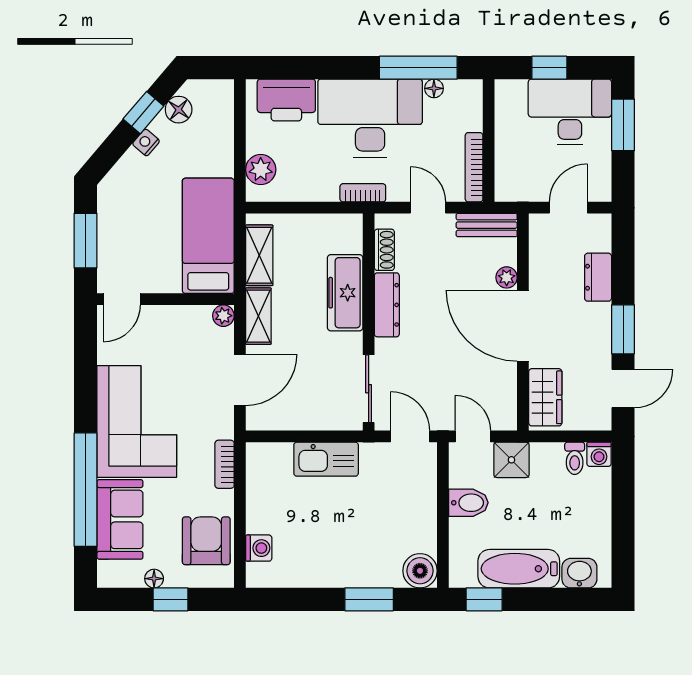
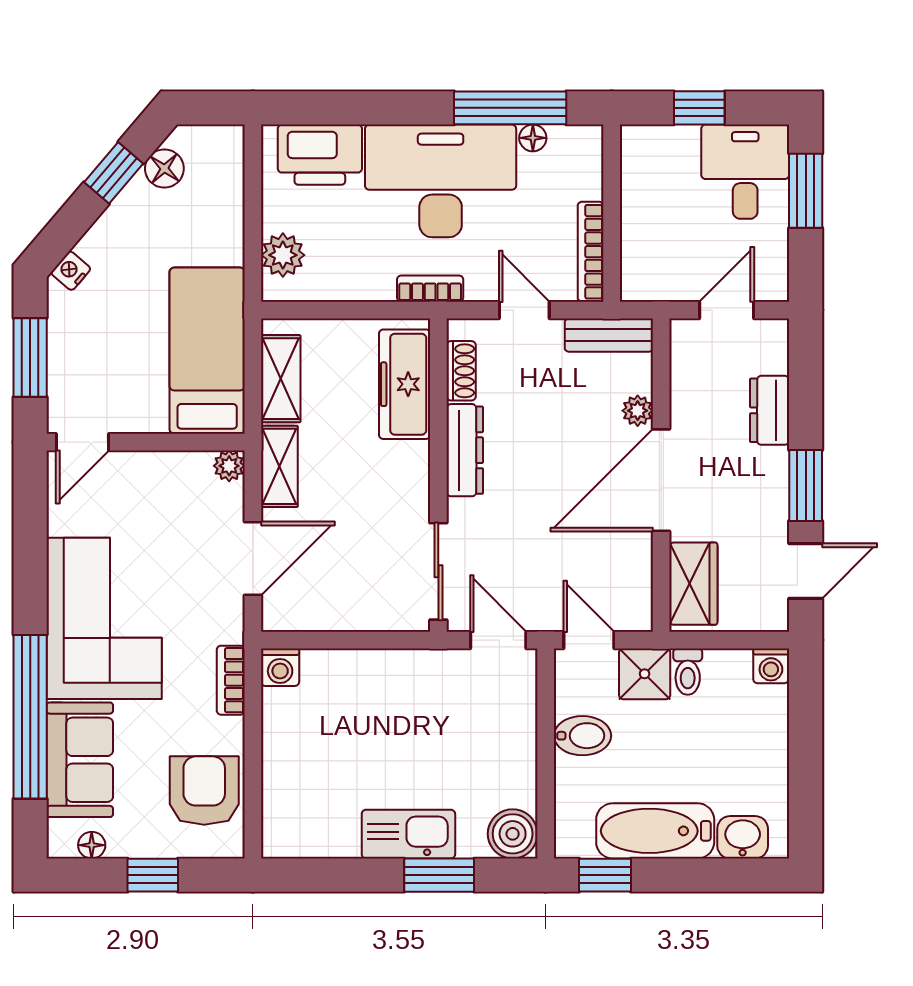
desk: (570, 112) -> (745, 172), width x0.73
nightstand: (146, 142) -> (71, 271), moved
freezer: (345, 293) -> (405, 384), moved
door: (523, 326) -> (661, 480), hinge flipped
toilet: (575, 458) -> (688, 672), moved
kitchen sink: (326, 459) -> (408, 834), moved, turned 180
washing machine: (259, 548) -> (280, 667), moved, turned 90
floor lamp: (154, 579) -> (92, 845), moved

